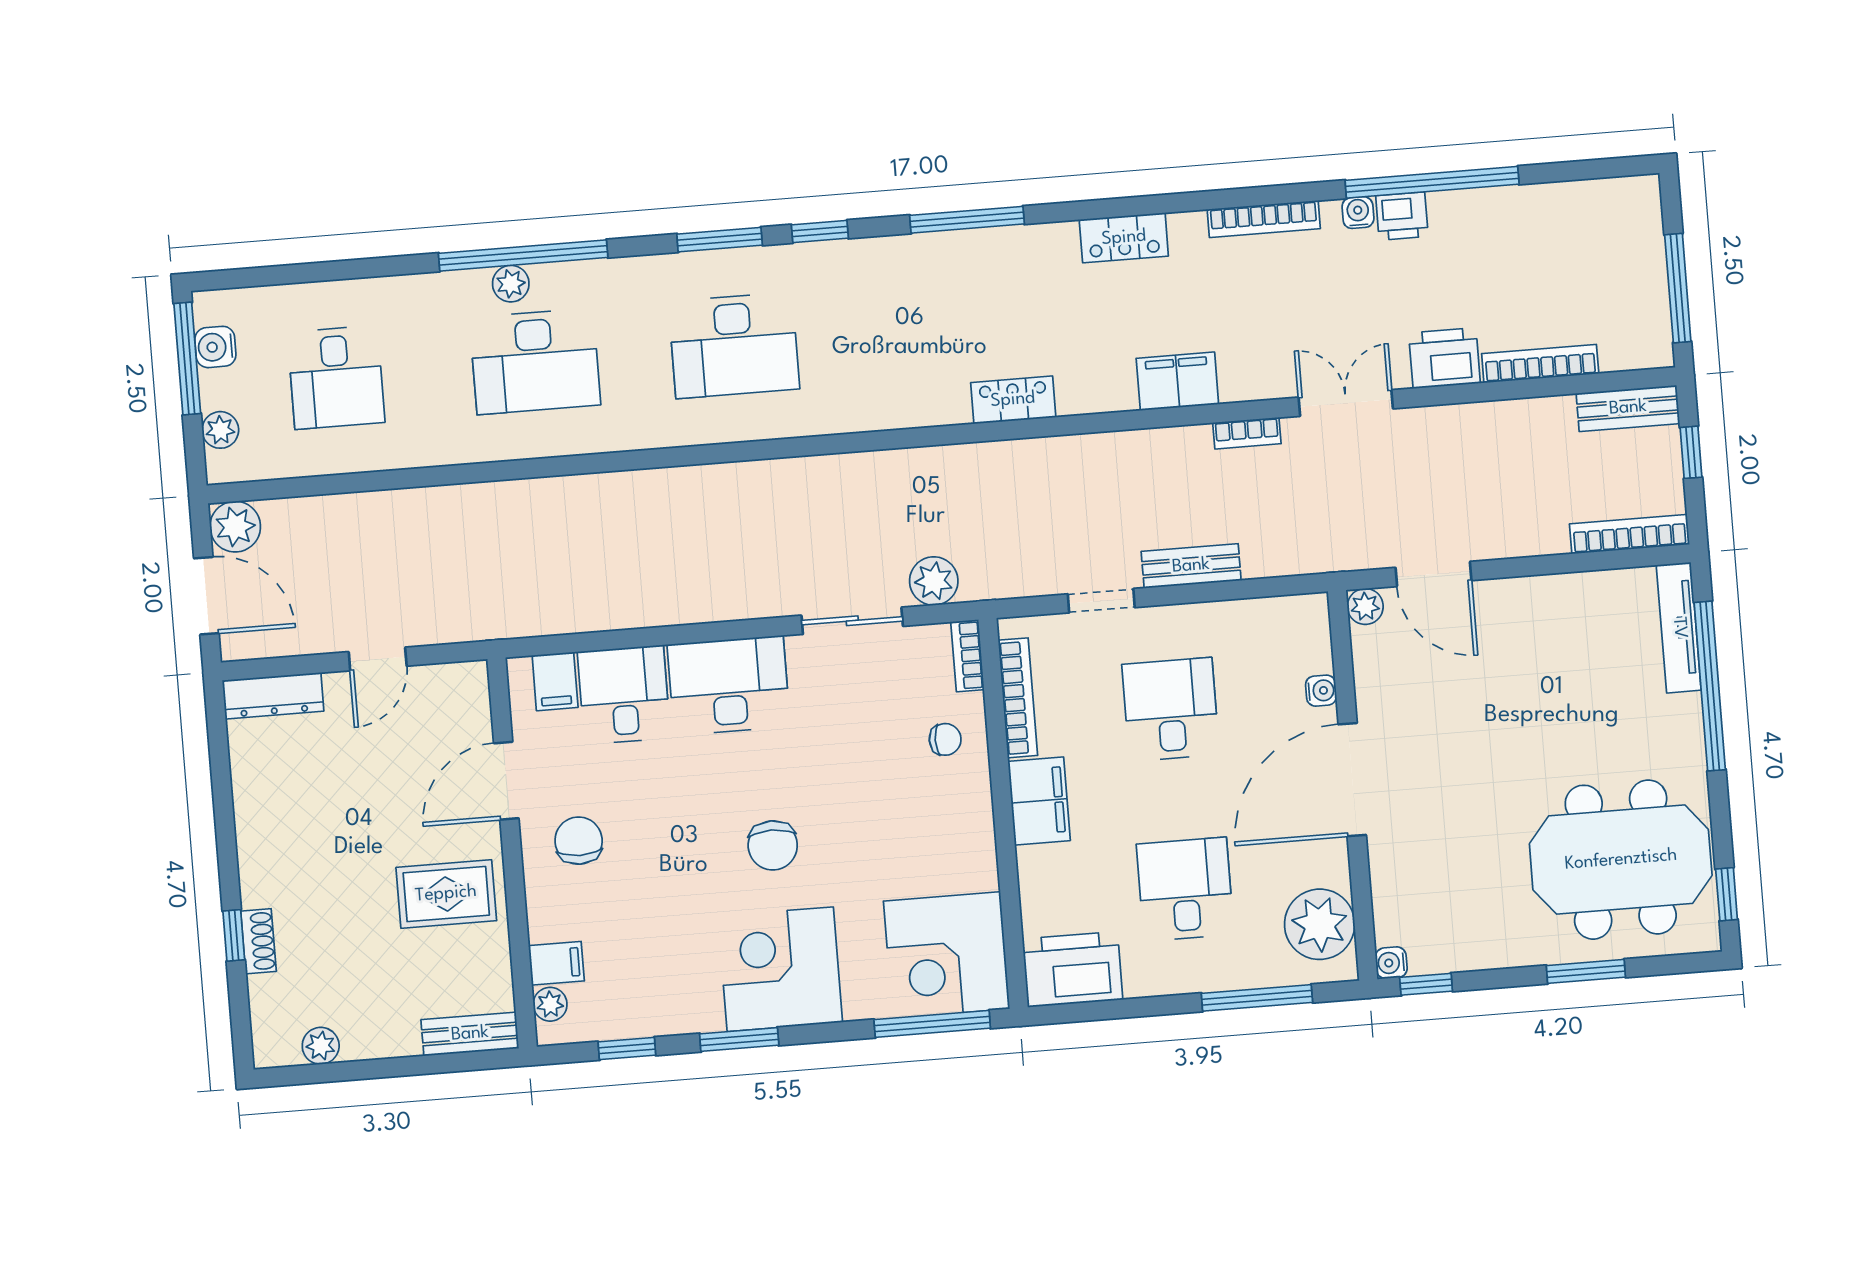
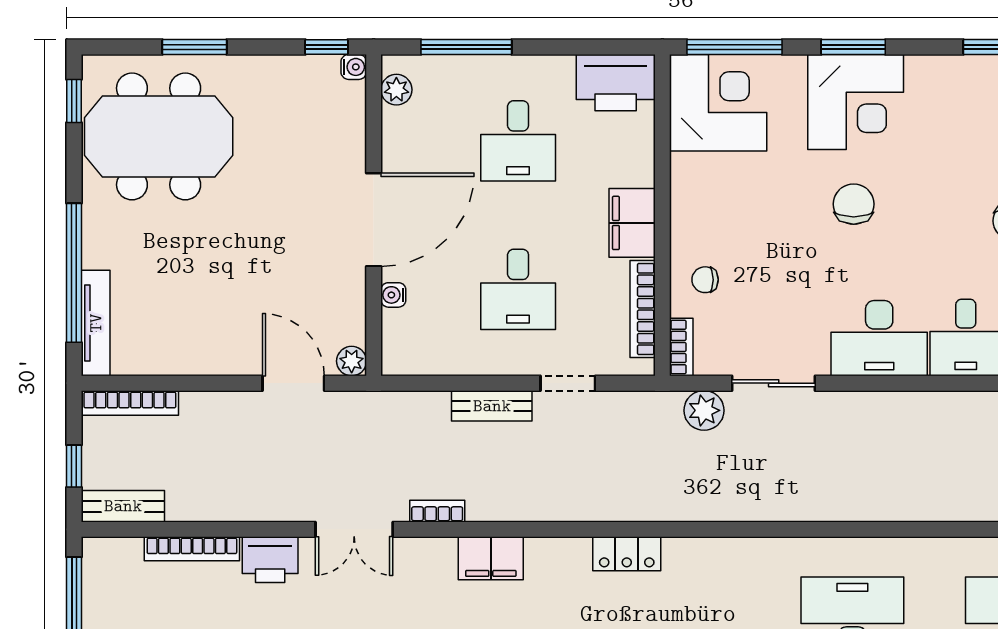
plant: (1320, 924) -> (396, 90), width x0.53, depth x0.53
window: (739, 1039) -> (853, 47), moved

